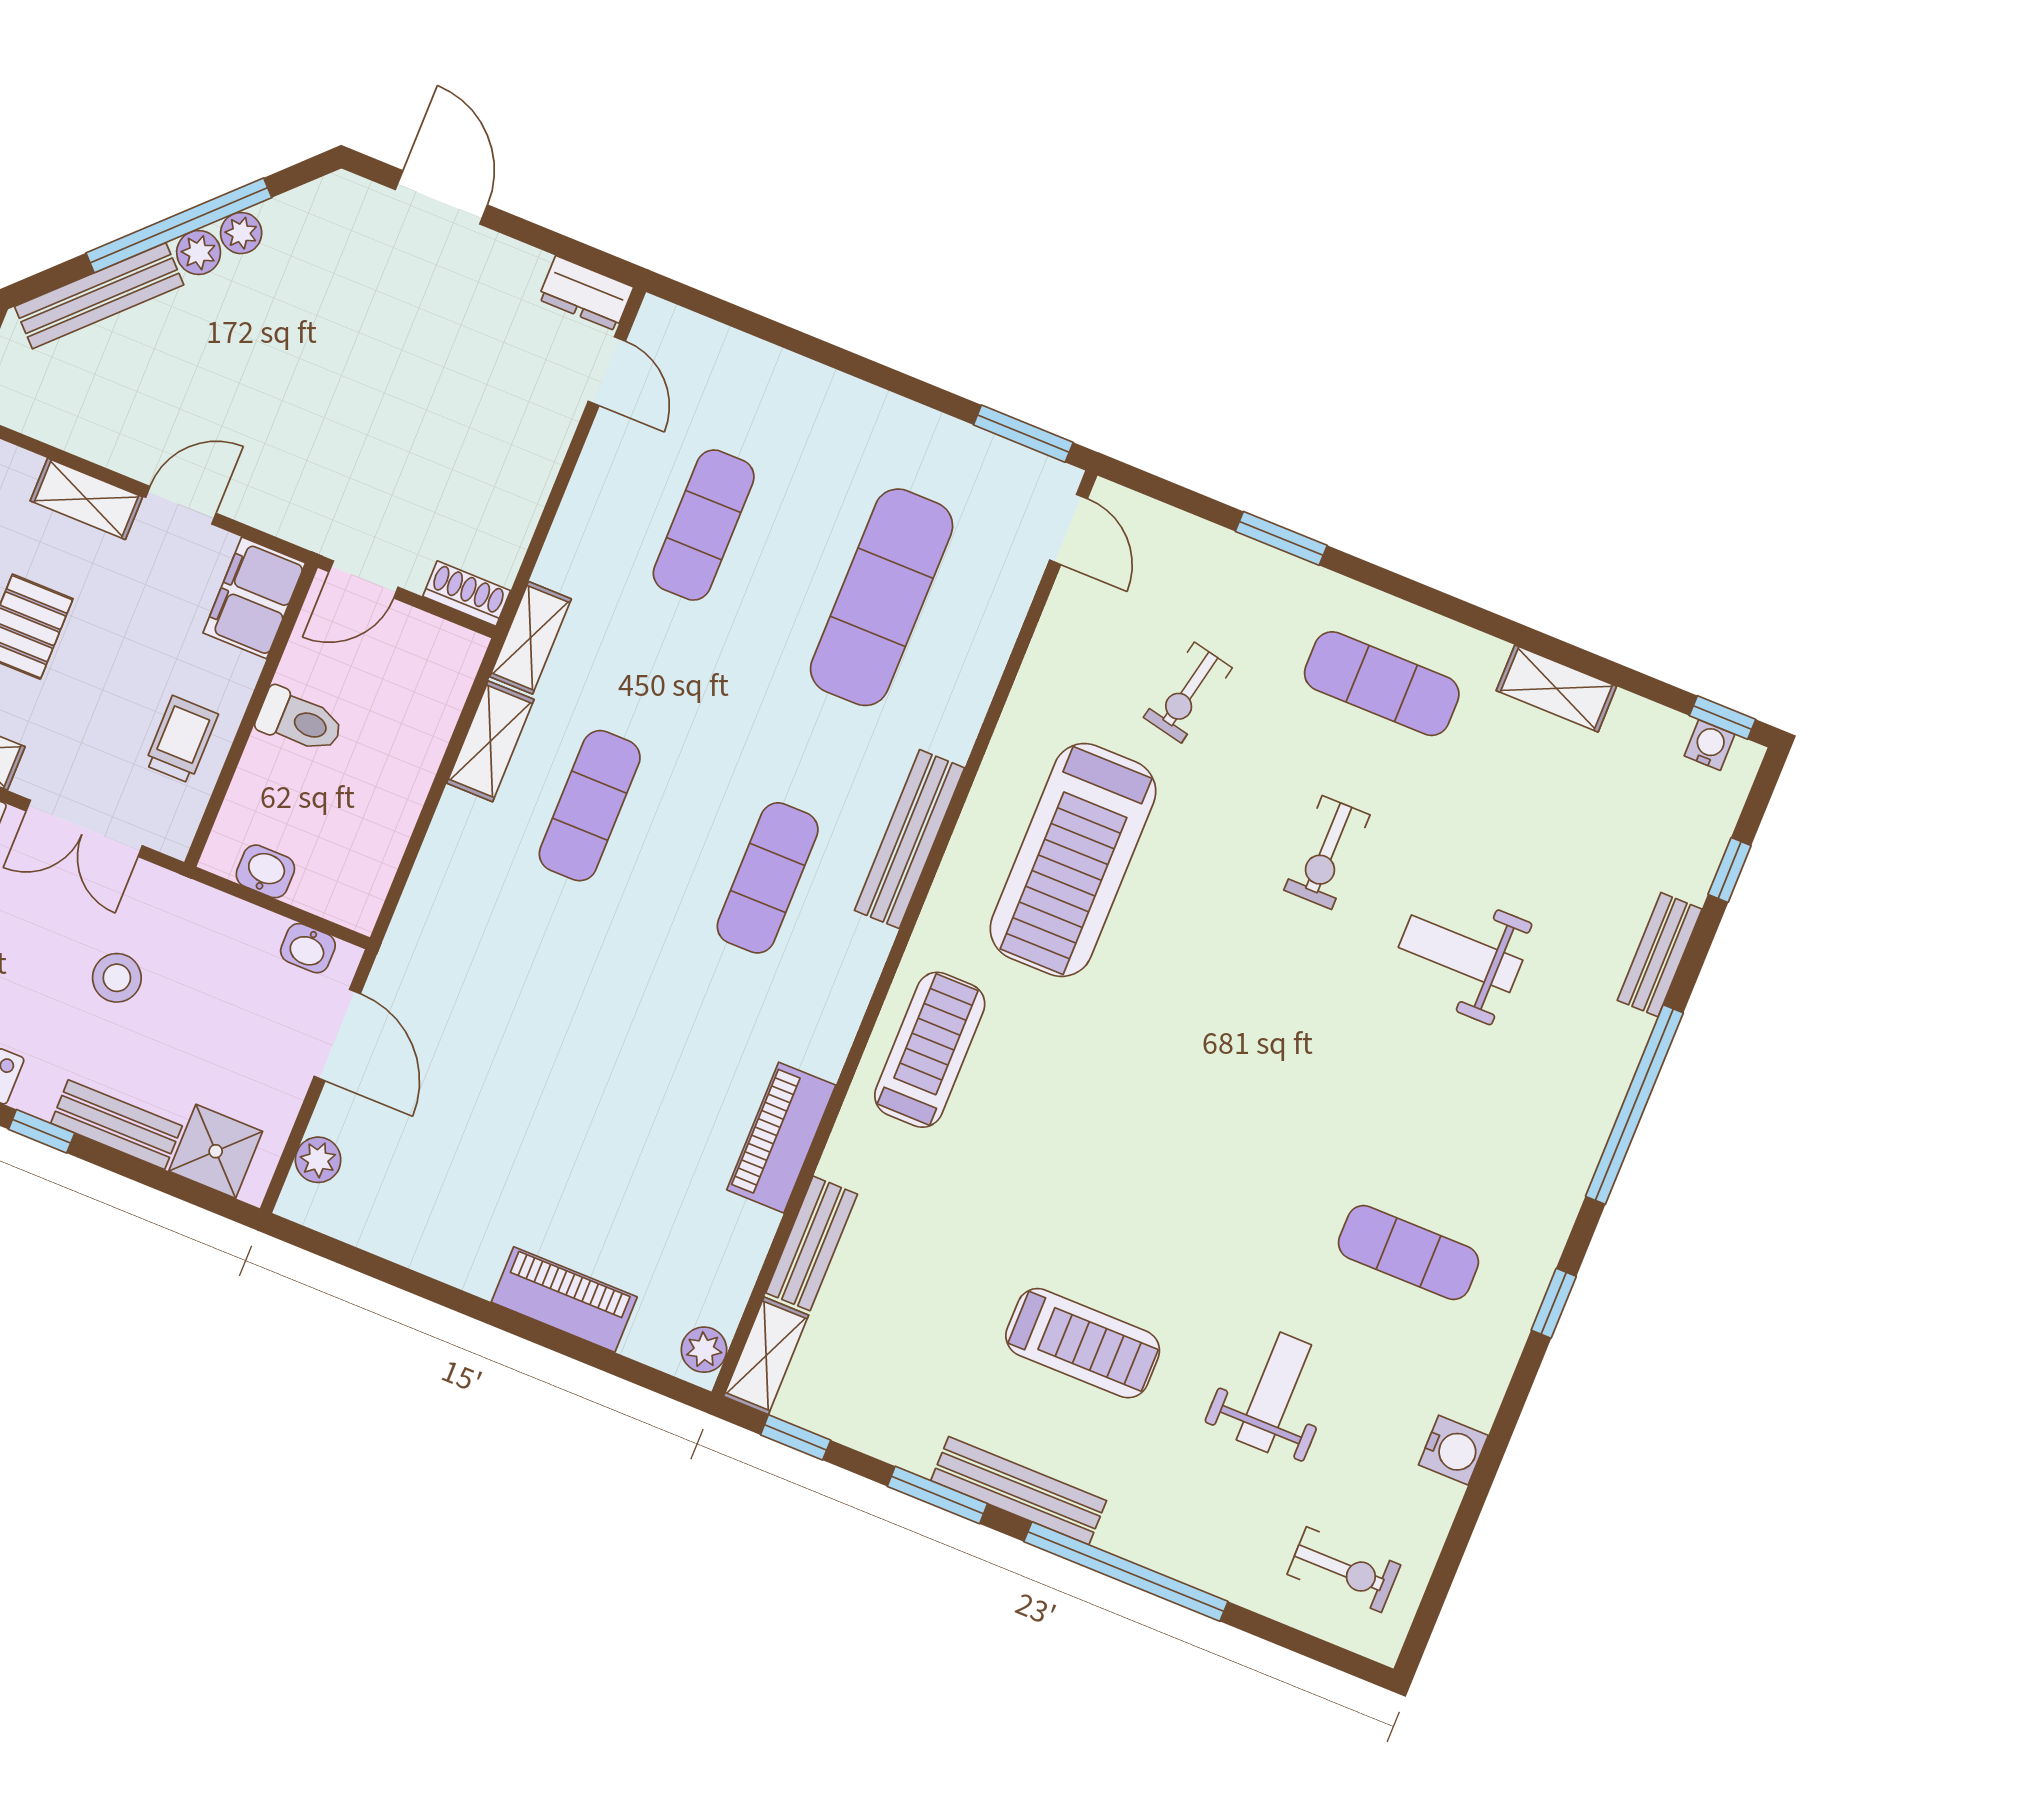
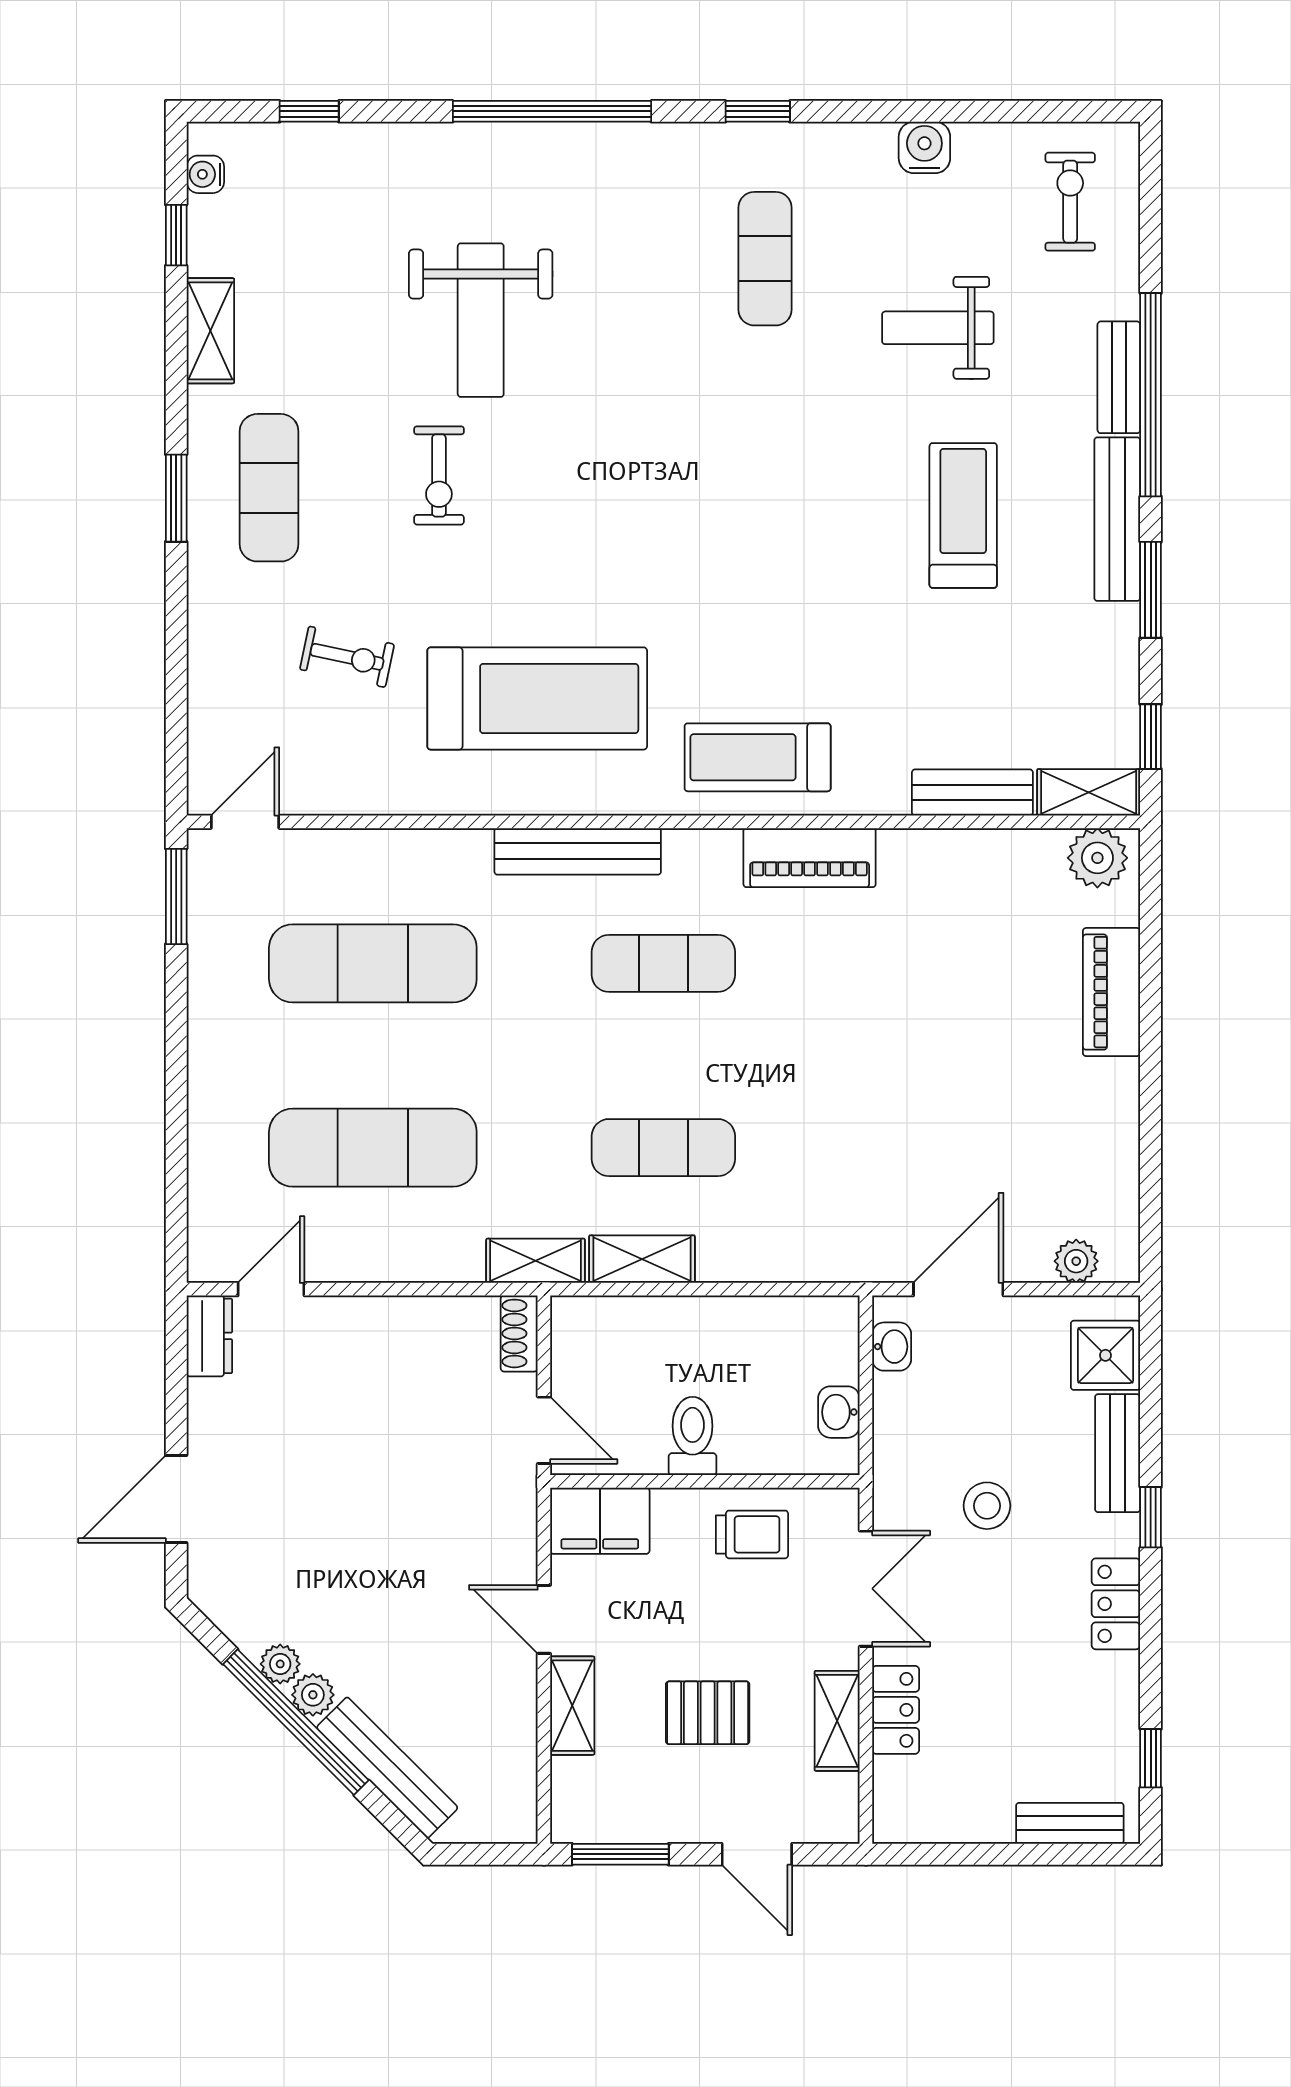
exercise mat: (704, 525) -> (373, 1148), width x1.36, depth x1.45
window: (1281, 538) -> (176, 498), moved
window: (1722, 718) -> (176, 235), moved
trolley: (181, 740) -> (752, 1534), turned 180
exercise bike: (1327, 853) -> (439, 476), turned 90
weight bench: (1461, 954) -> (481, 320), width x1.36, depth x1.33
bench: (1660, 955) -> (1119, 377), moved, turned 90
piano: (781, 1138) -> (810, 858), moved
plant: (704, 1350) -> (1097, 858), width x1.38, depth x1.38

